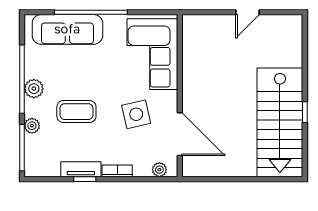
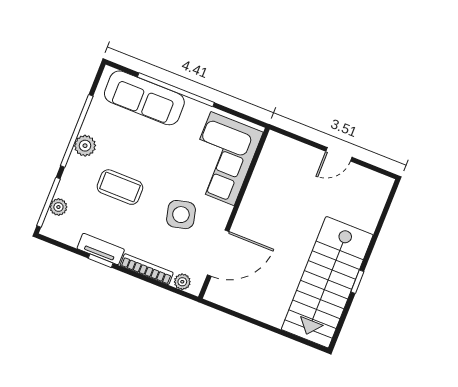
plant: (32, 126) -> (58, 207), moved
door: (180, 134) -> (218, 253), hinge flipped
bookcase: (117, 171) -> (147, 269), width x1.56

